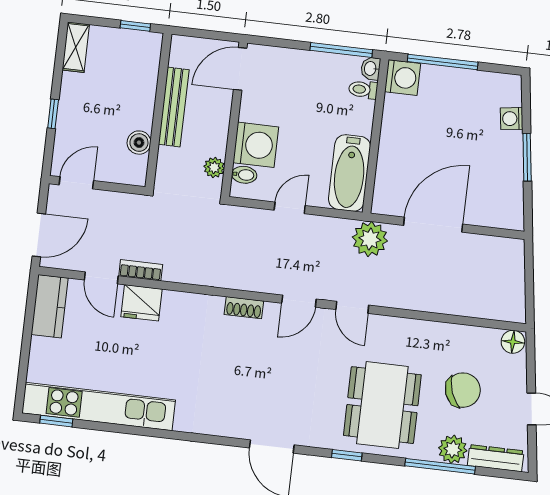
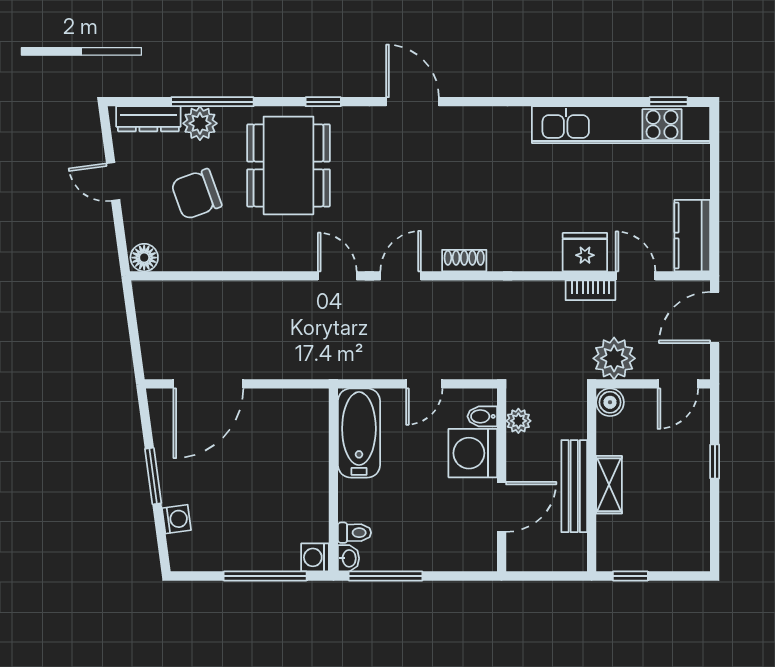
shelving: (76, 47) -> (609, 485), moved
door: (240, 69) -> (502, 507), moved
washing machine: (403, 78) -> (315, 557), width x0.73, depth x0.73
boiler: (139, 143) -> (610, 402), moved
door: (433, 225) -> (208, 384), moved
plant: (370, 239) -> (614, 358), moved

